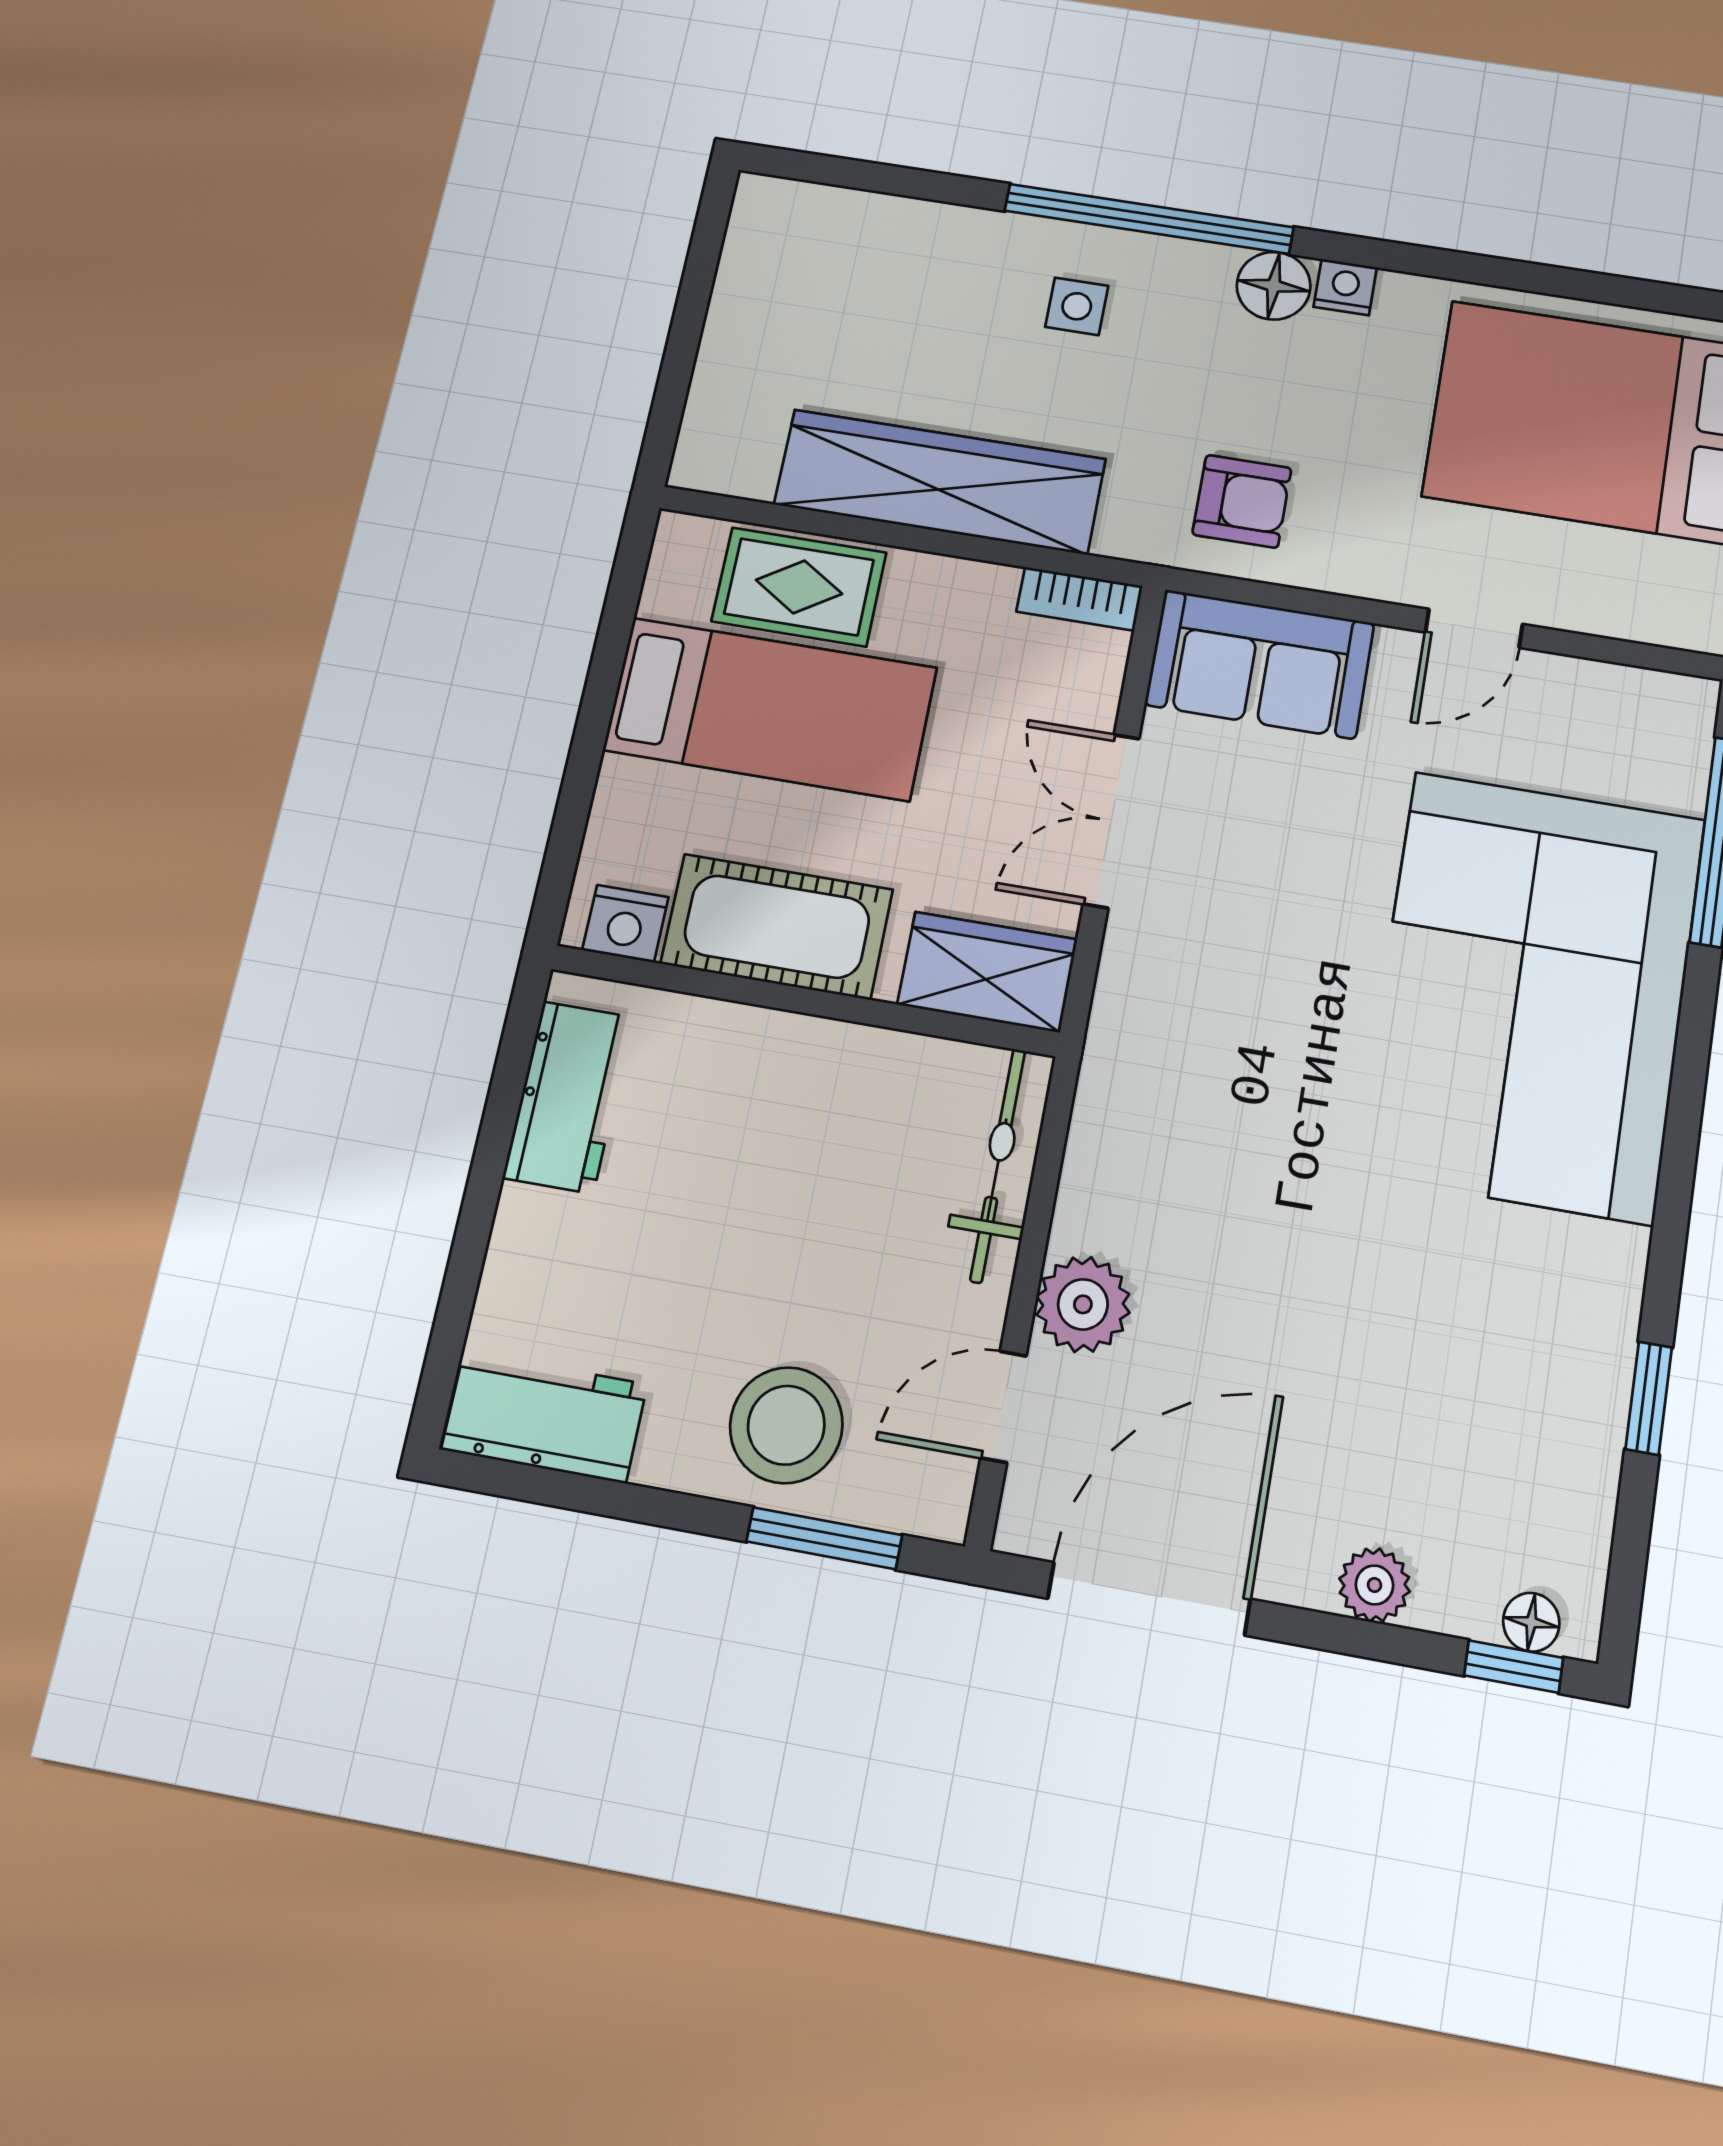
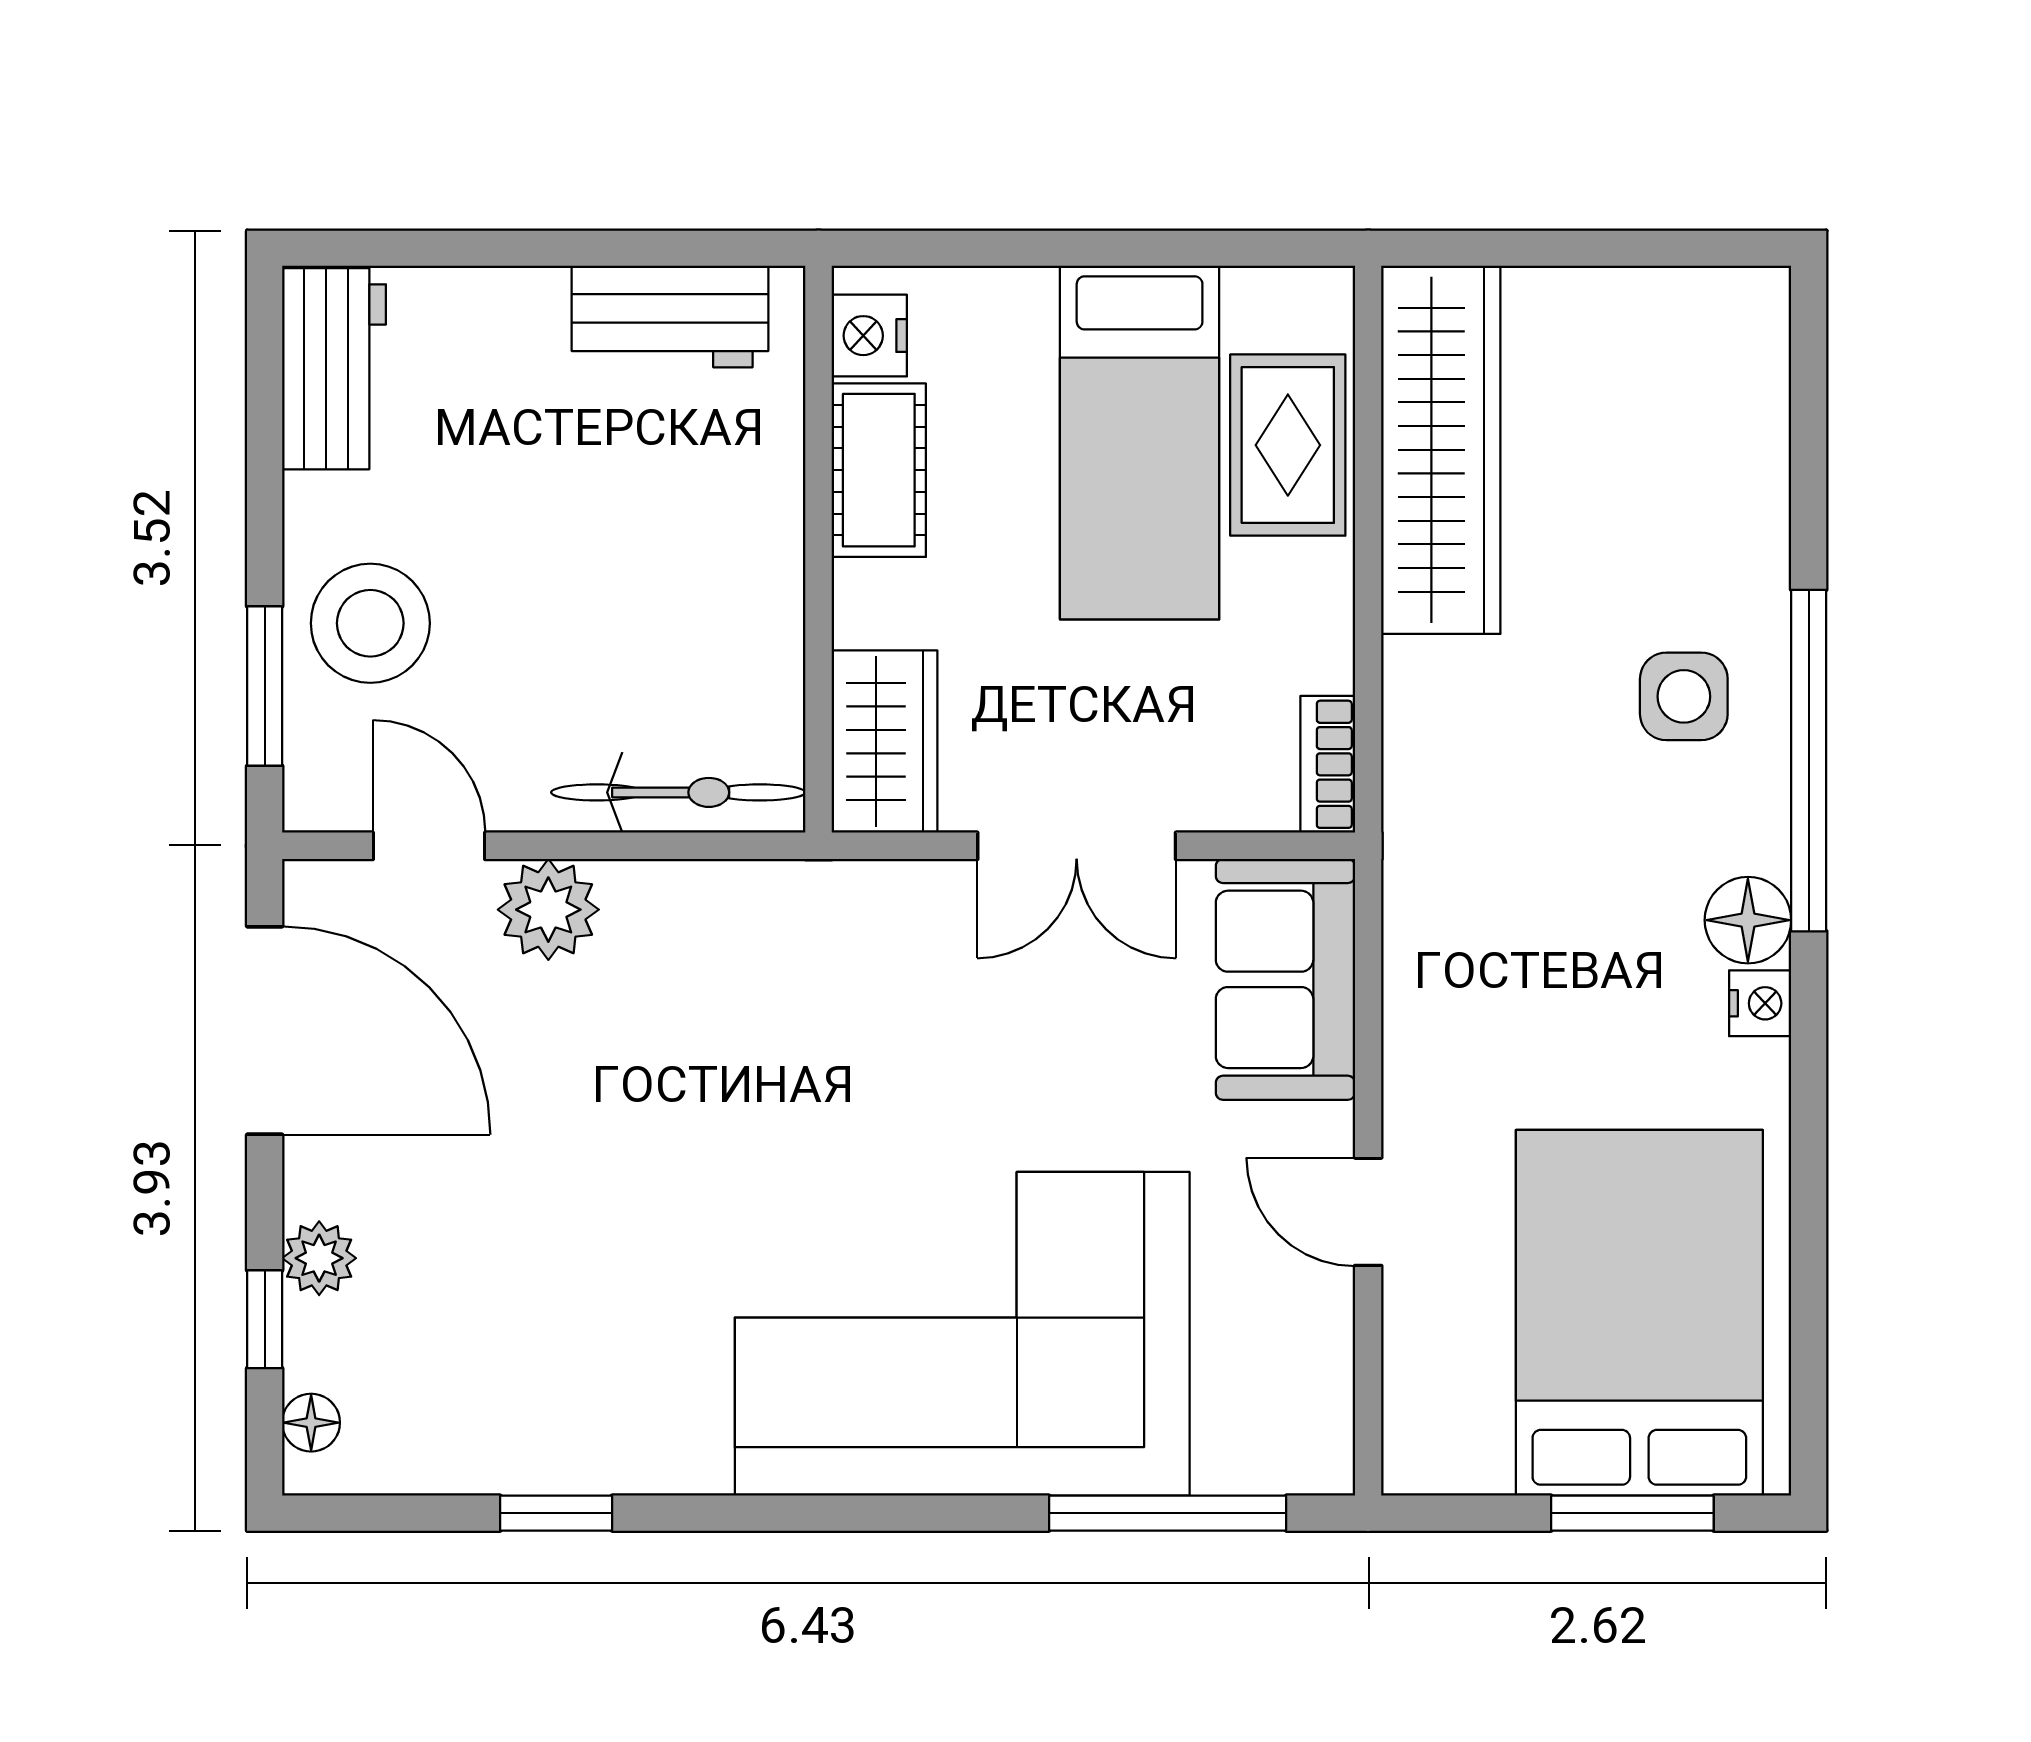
side table: (1077, 306) -> (1684, 696), width x1.37, depth x1.37
wardrobe: (940, 482) -> (1441, 450), moved
armchair: (1242, 501) -> (1475, 927), removed
double door: (1111, 821) -> (1077, 846), swing flipped
cot: (777, 927) -> (879, 470), width x0.73, depth x0.75
window: (1514, 1667) -> (265, 1319), moved

